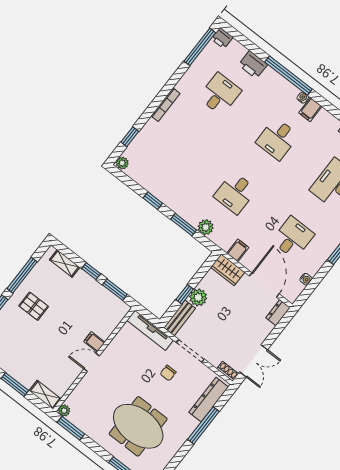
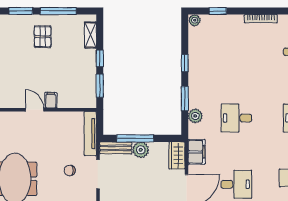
filing cabinet: (238, 250) -> (197, 152), width x2.00
window: (185, 294) -> (135, 138), width x2.17

